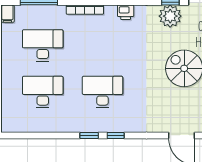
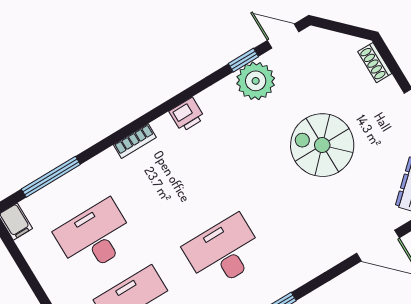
bookcase: (85, 10) -> (135, 141), width x0.64

